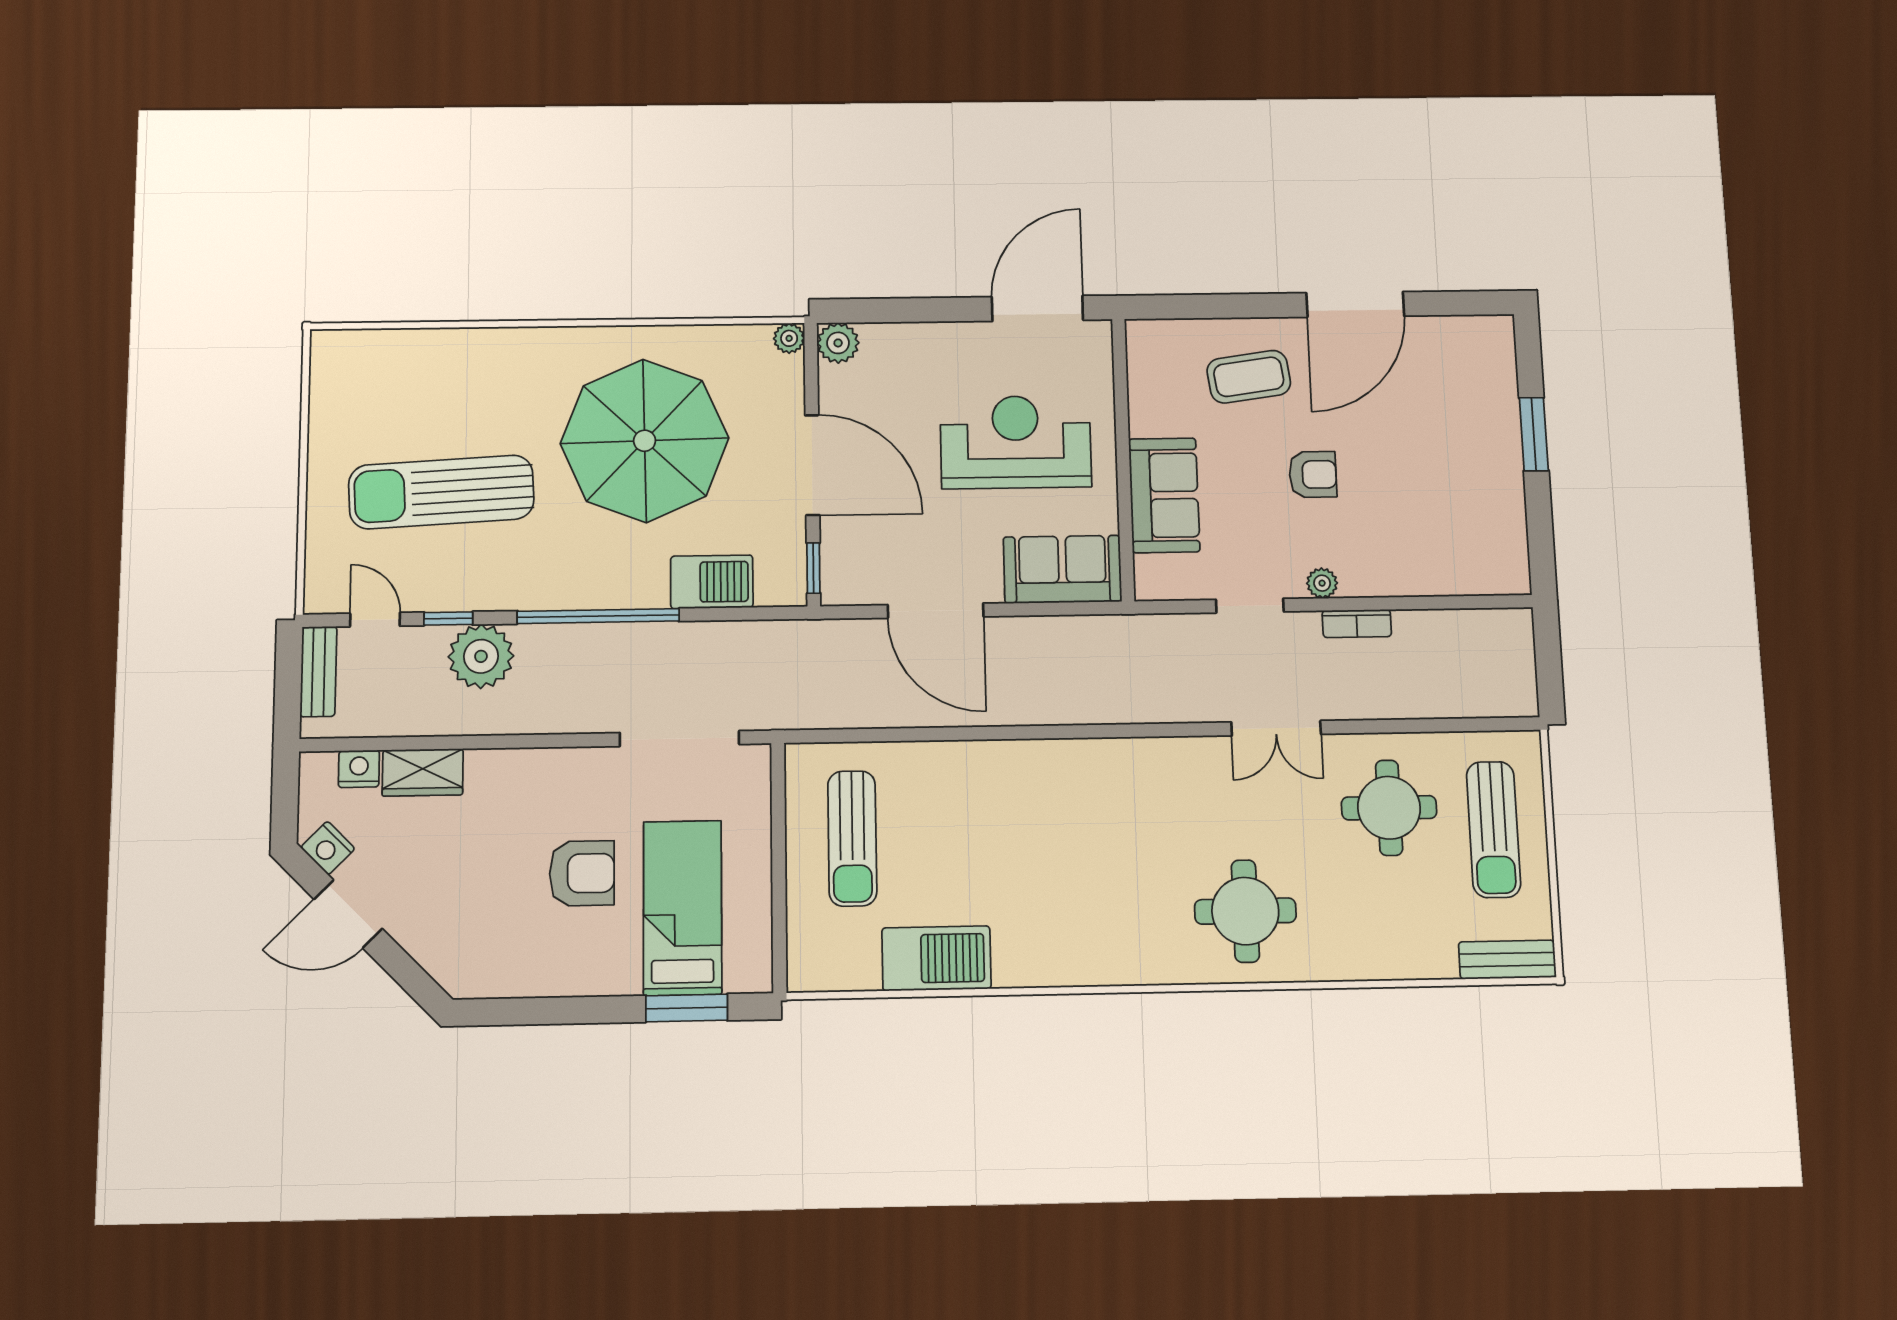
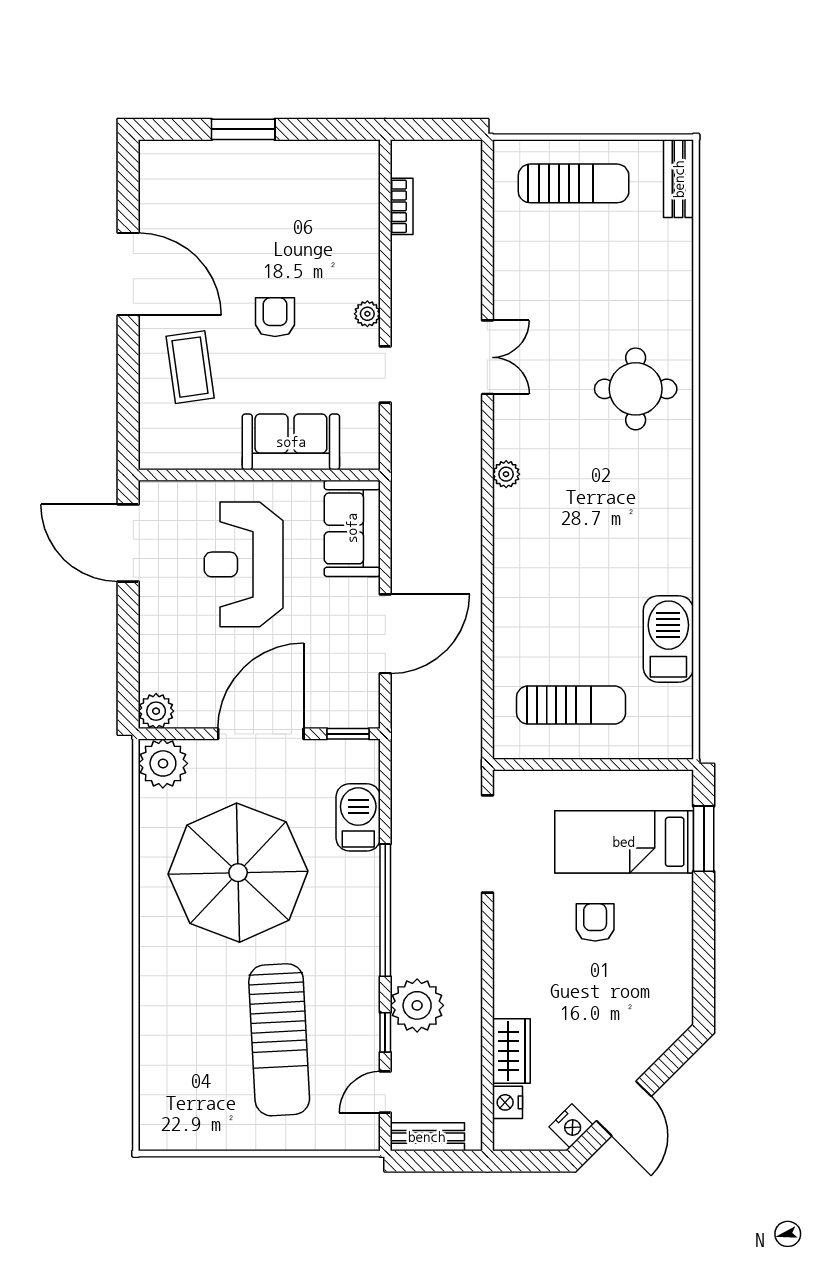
plant: (789, 338) -> (163, 763), width x1.88, depth x1.88
bookcase: (1357, 624) -> (402, 206), moved
plant: (1134, 753) -> (506, 474), added
round table: (1389, 808) -> (554, 268), removed
armchair: (582, 873) -> (595, 922), width x0.72, depth x0.72

